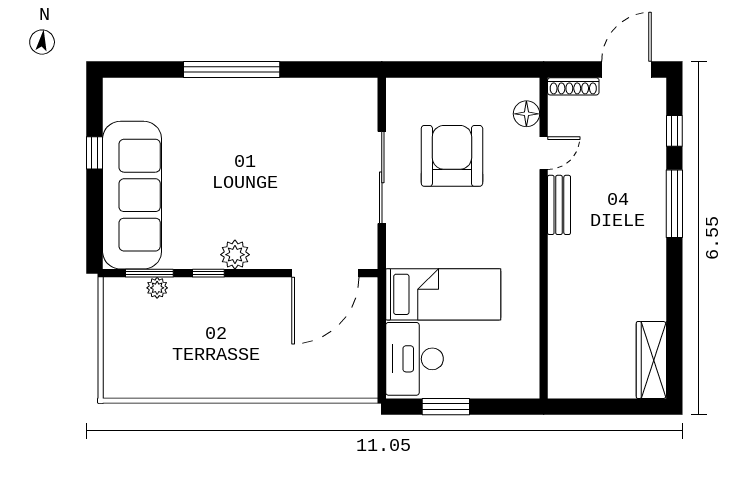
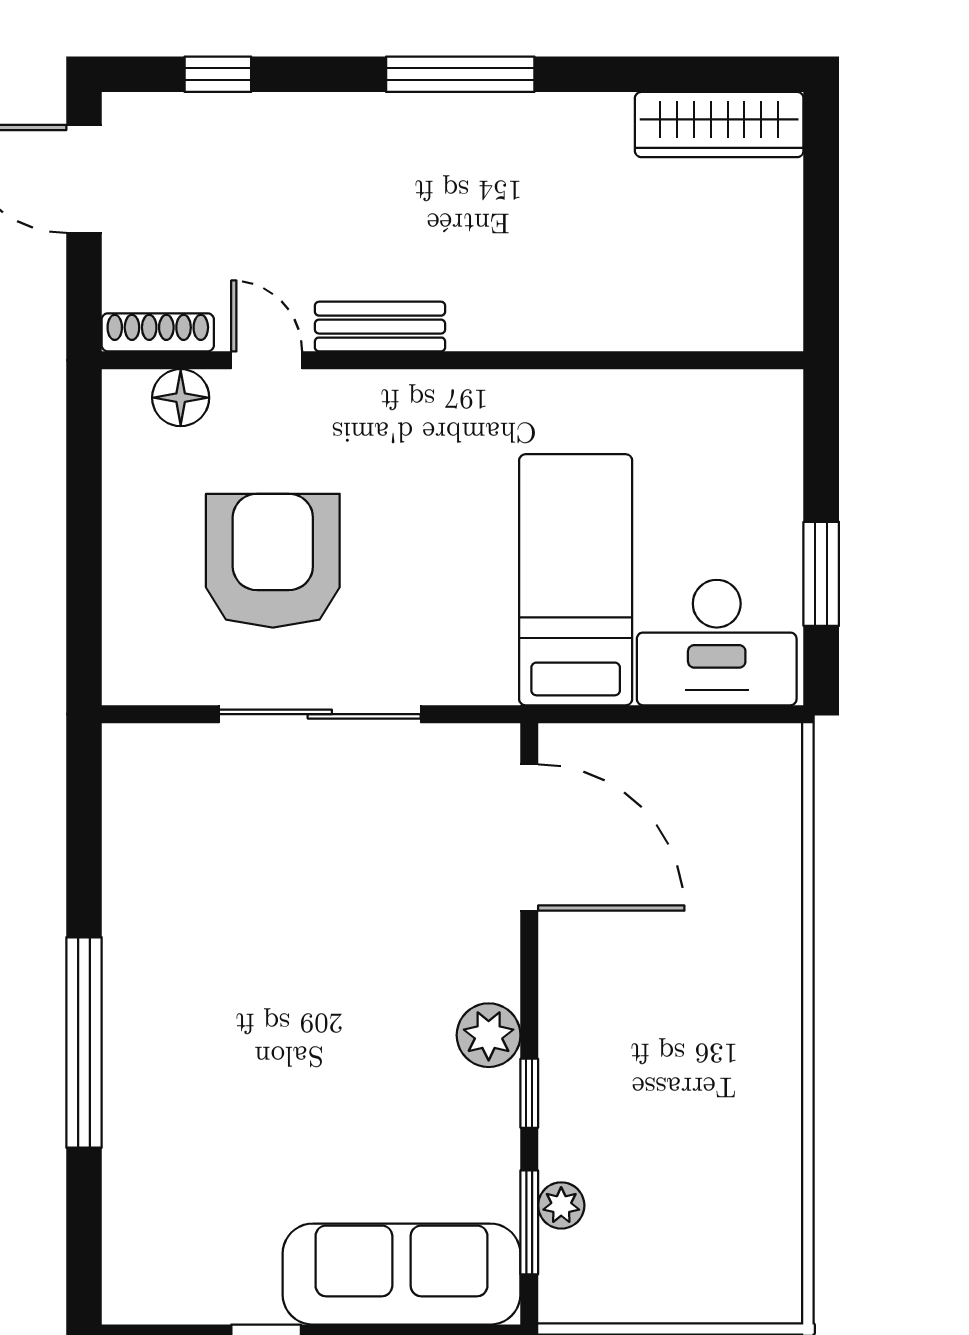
shoe rack: (573, 86) -> (158, 332), moved, turned -90
armchair: (452, 156) -> (273, 561), turned 90
sofa: (132, 195) -> (401, 1274), width x0.74, depth x0.79
window: (674, 204) -> (460, 74), moved

